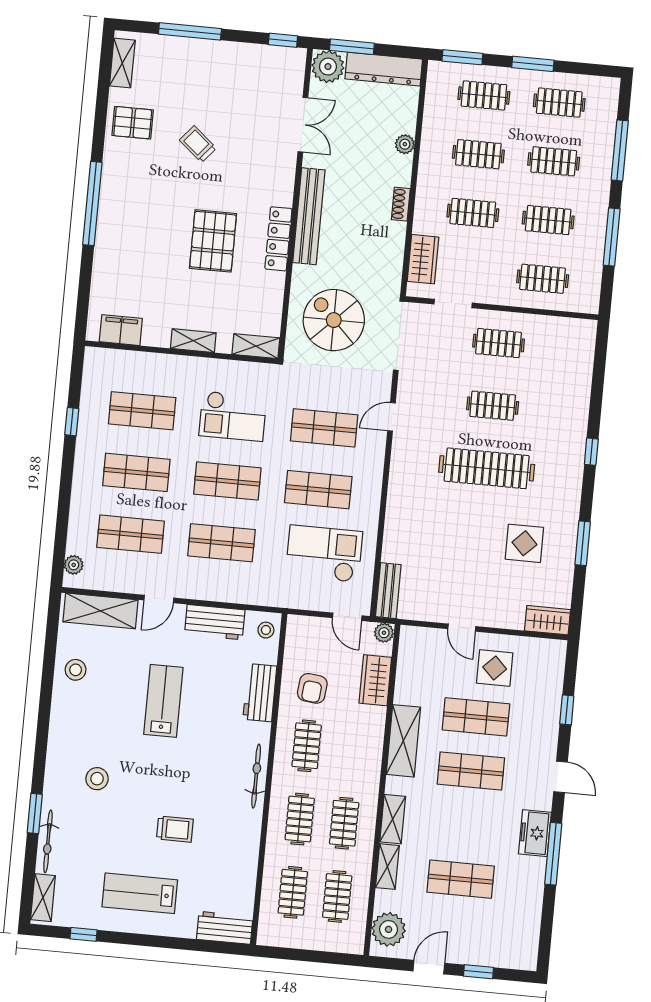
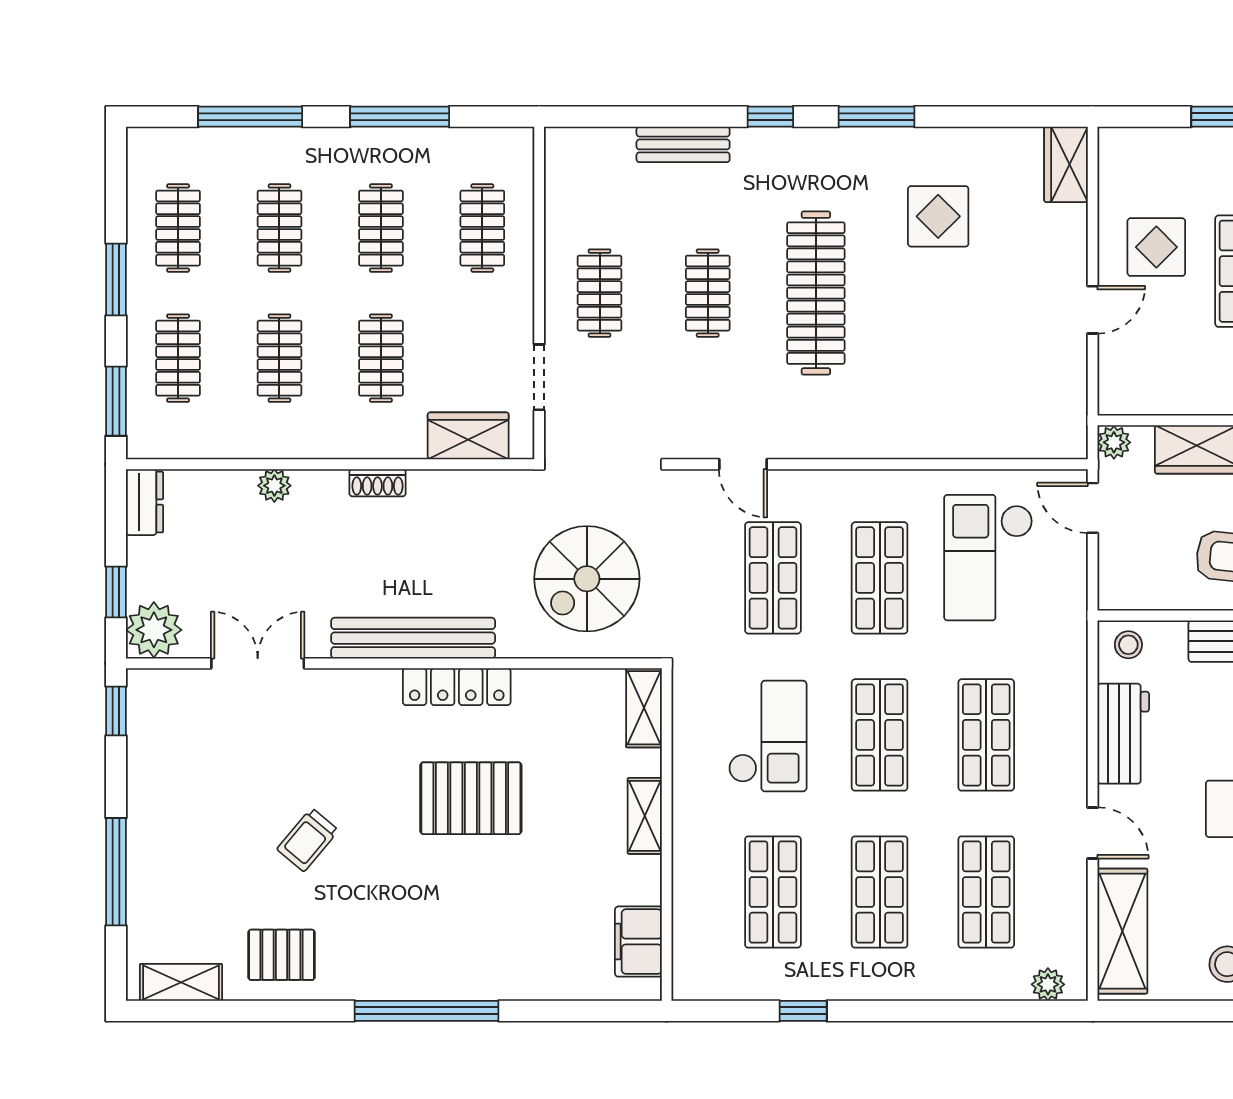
window: (352, 47) -> (116, 592), width x0.67
dresser: (384, 69) -> (145, 502), width x0.51, depth x0.80
pallet: (133, 123) -> (281, 955), turned 90
window: (583, 543) -> (877, 117), moved
bench: (388, 591) -> (683, 144), moved
door: (347, 617) -> (1093, 508), swing flipped

